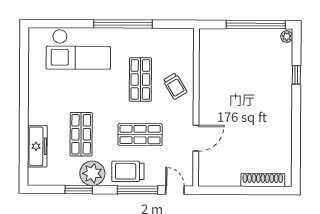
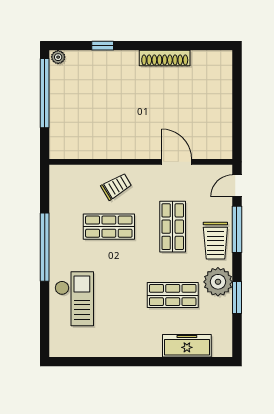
checkout: (78, 49) -> (74, 299), width x0.73, depth x0.83
shoe rack: (263, 180) -> (165, 58), moved, turned -90

